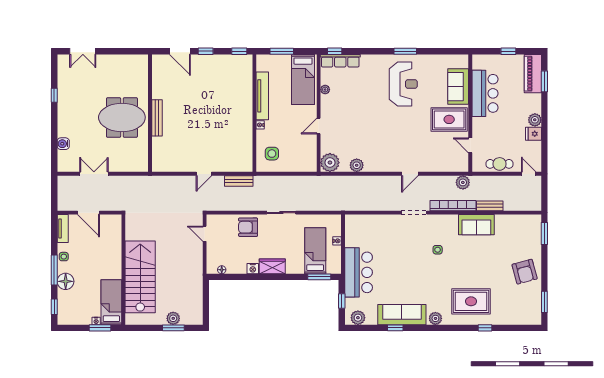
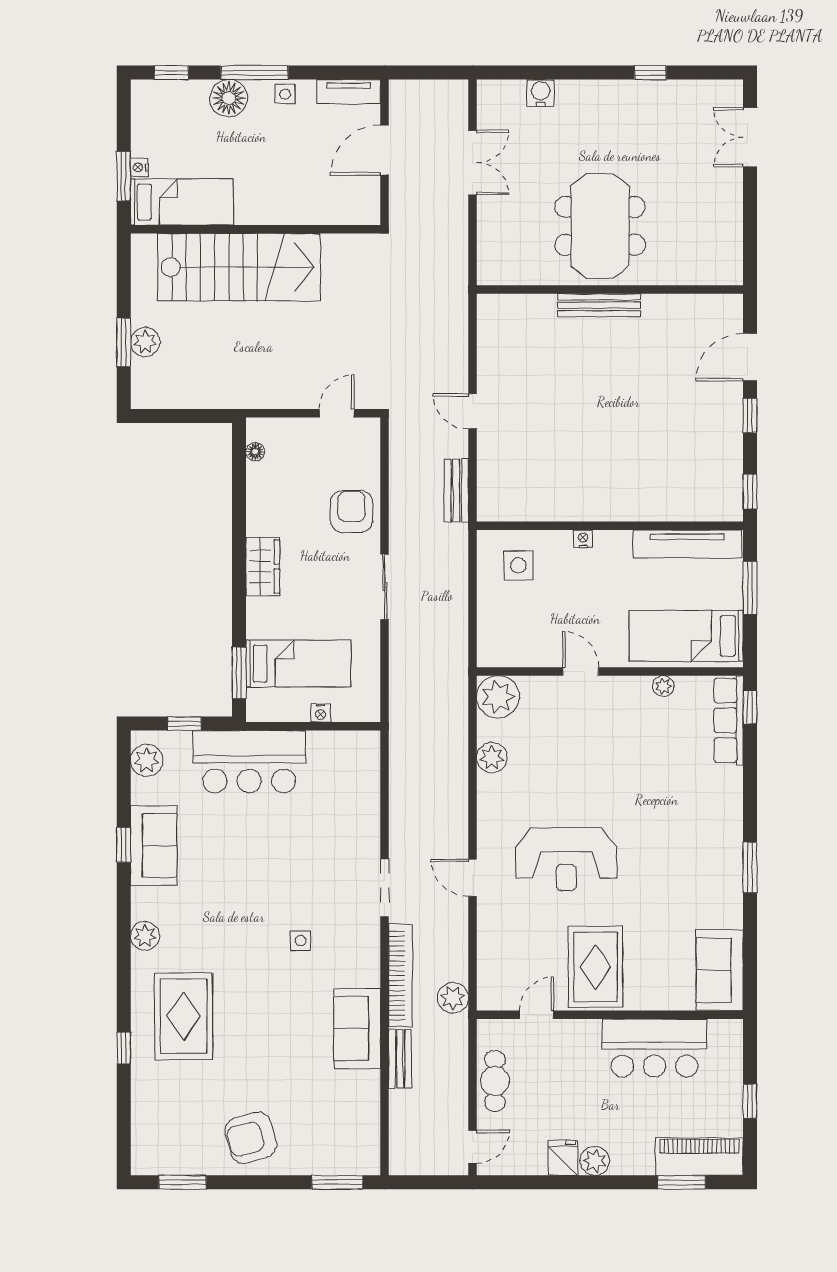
reception desk: (403, 84) -> (566, 859), moved
sofa: (458, 87) -> (720, 970), moved, turned -90
tv unit: (262, 96) -> (687, 544), moved
nightstand: (253, 269) -> (258, 522), removed
sofa: (402, 315) -> (154, 846), width x0.73

